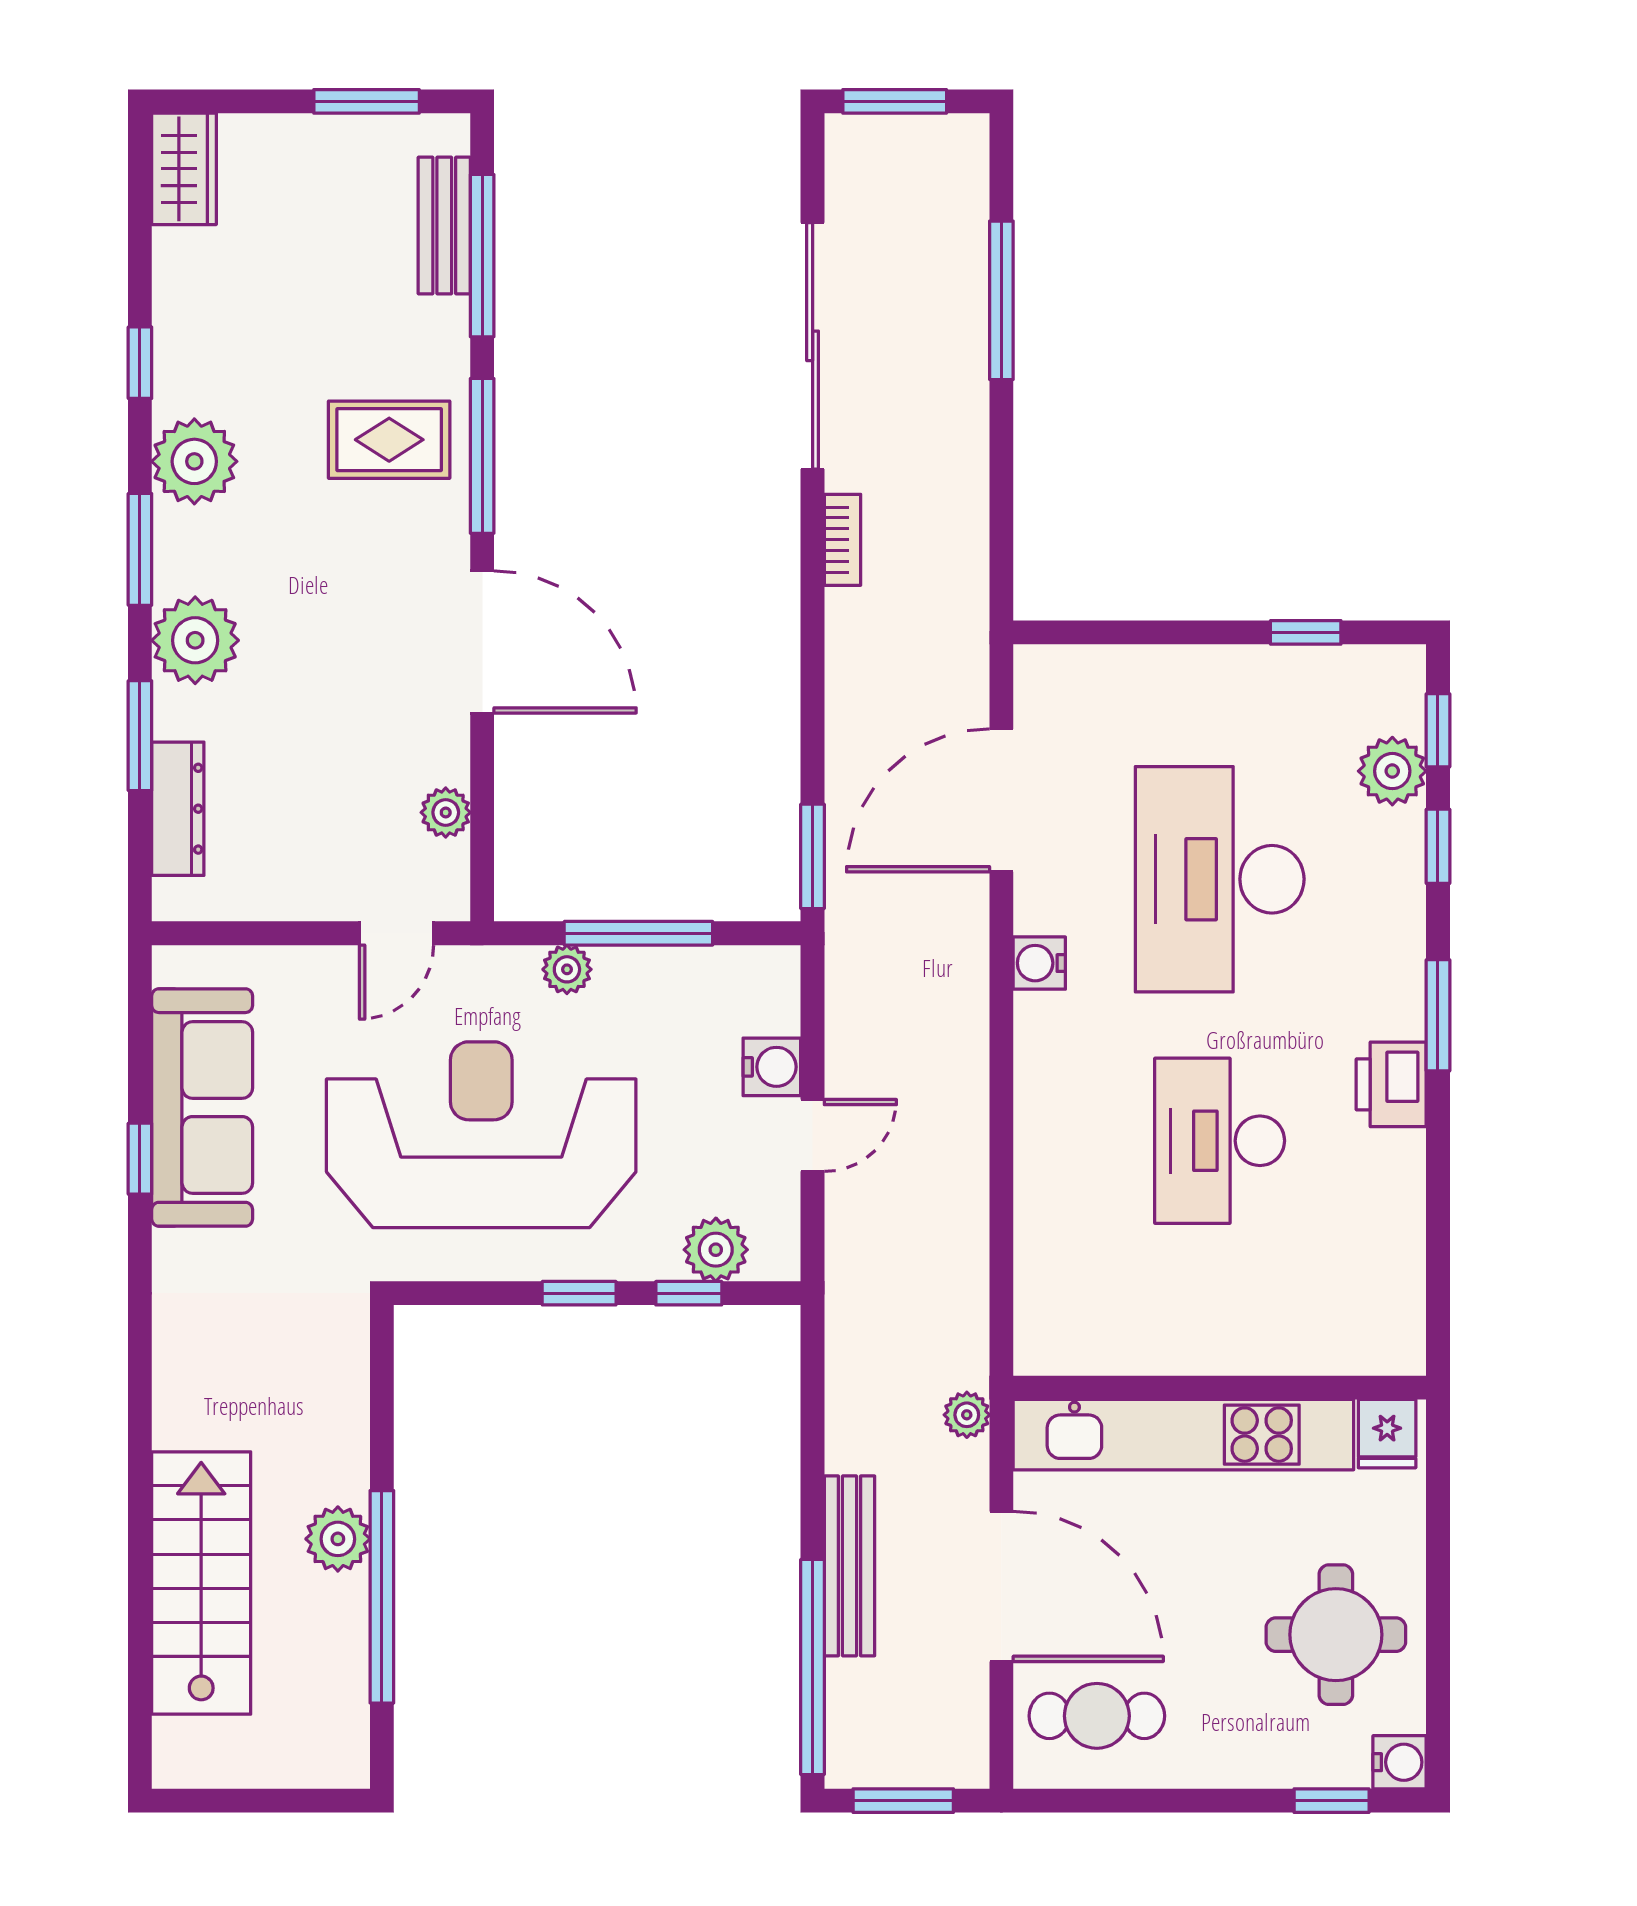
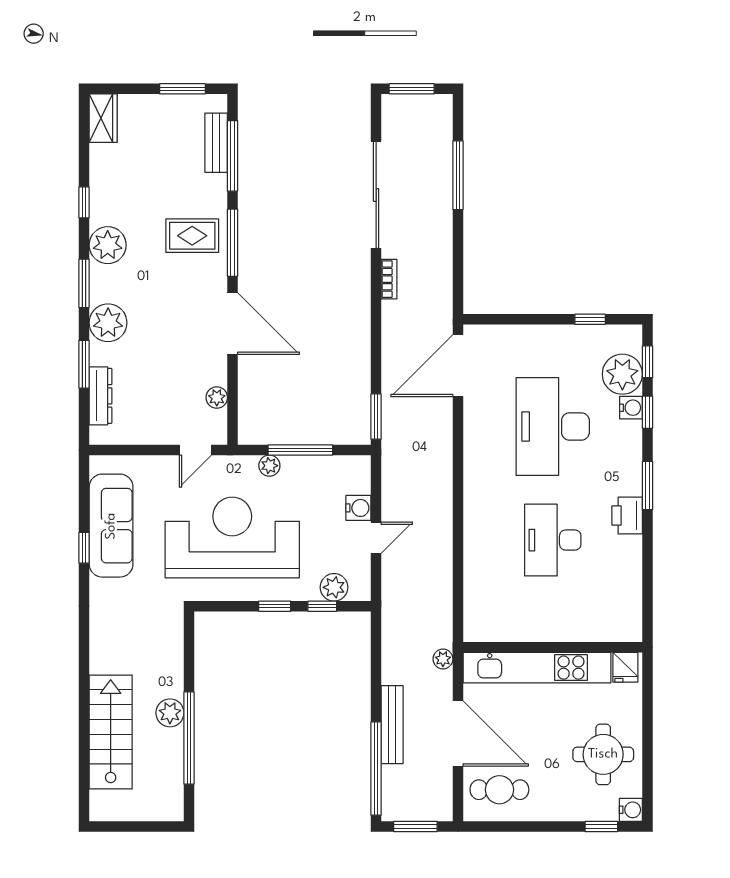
plant: (1392, 771) -> (622, 374), width x1.36, depth x1.36
door: (1001, 800) -> (458, 366), moved
water cooler: (1039, 963) -> (631, 408), moved, turned 180

